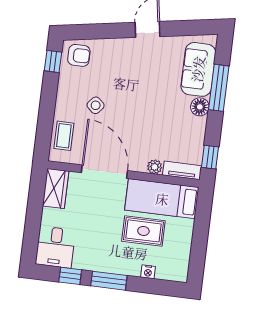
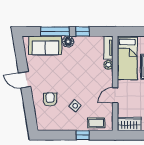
armchair: (79, 55) -> (50, 99), moved
window: (53, 61) -> (83, 135), moved
window: (210, 157) -> (82, 31), moved
door: (104, 172) -> (115, 95), width x0.53

